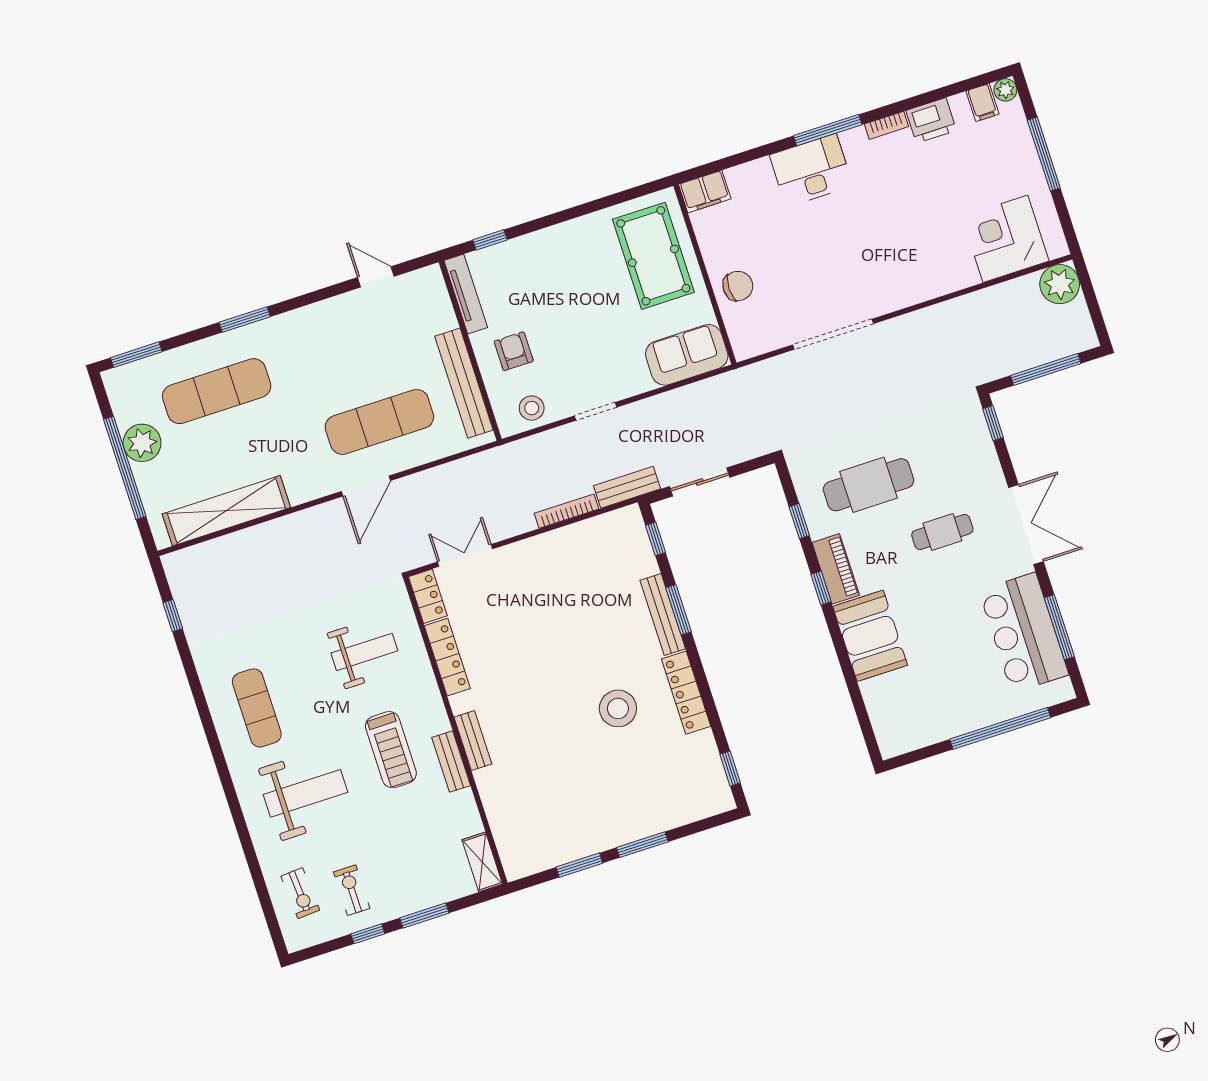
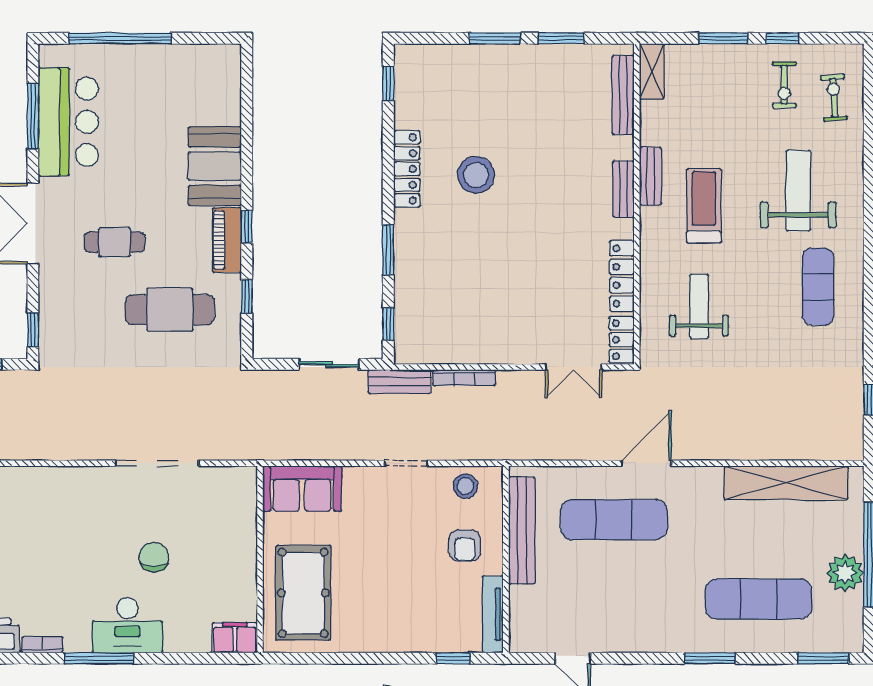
chair: (738, 286) -> (154, 557), moved, turned 90
bench: (663, 615) -> (623, 95), moved
weight bench: (364, 652) -> (699, 306), turned 90
weight bench: (305, 793) -> (798, 191), turned 90

